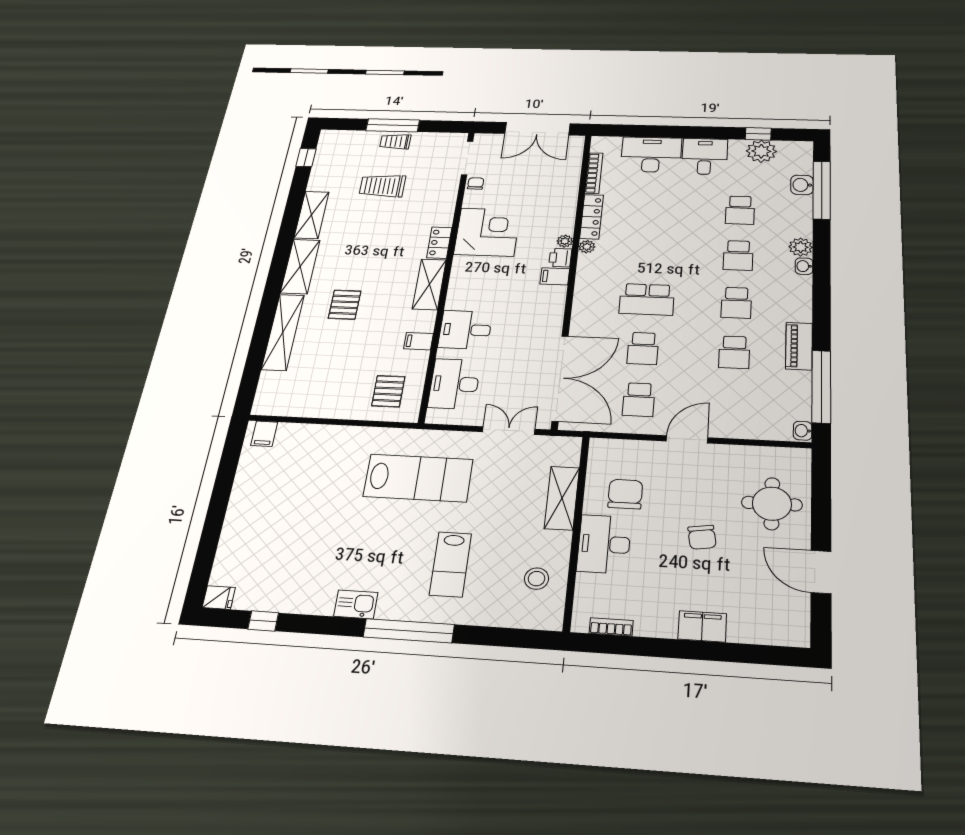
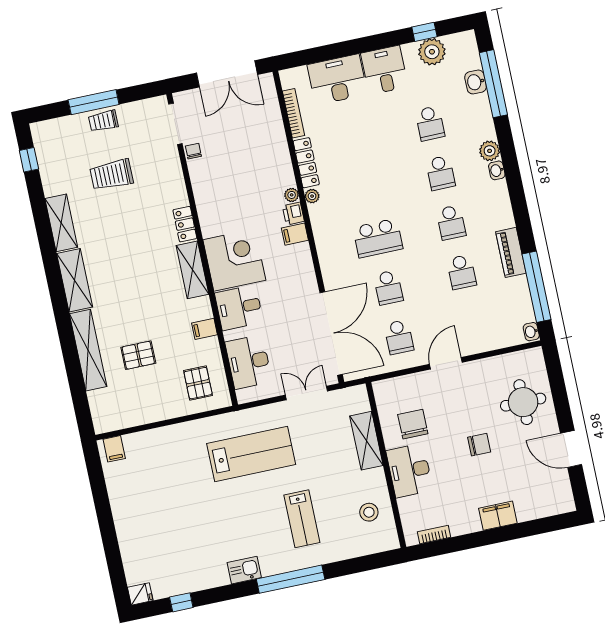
corner desk: (487, 232) -> (234, 260), moved
pallet: (345, 305) -> (138, 355), moved, turned 90
chair: (702, 537) -> (479, 445), turned -81

